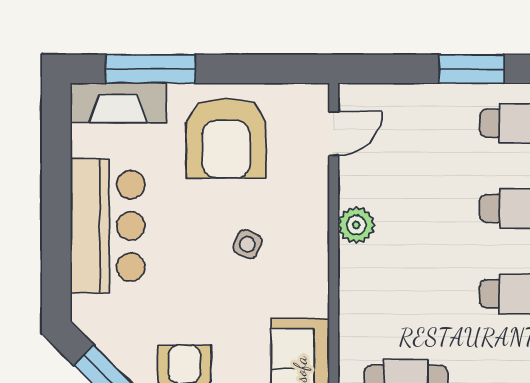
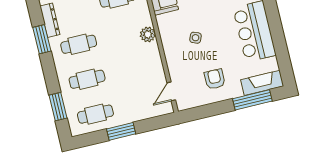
armchair: (226, 138) -> (215, 79), width x0.53, depth x0.53
plant: (356, 225) -> (148, 34), moved

